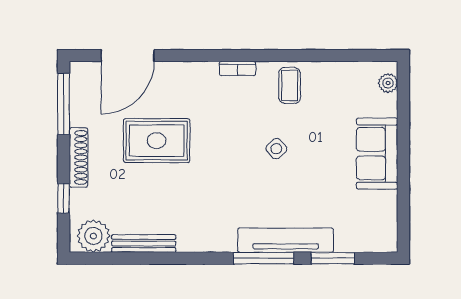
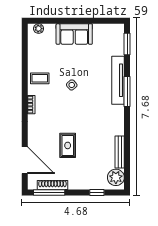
rug: (157, 141) -> (68, 145), width x0.73, depth x0.70
shoe rack: (78, 157) -> (52, 185), moved
window: (333, 258) -> (127, 44), moved

